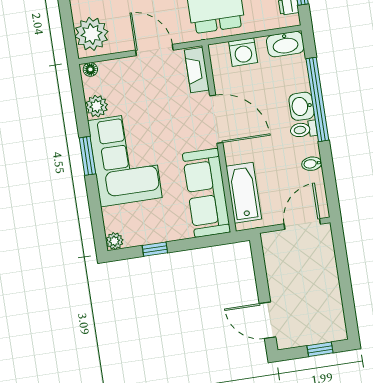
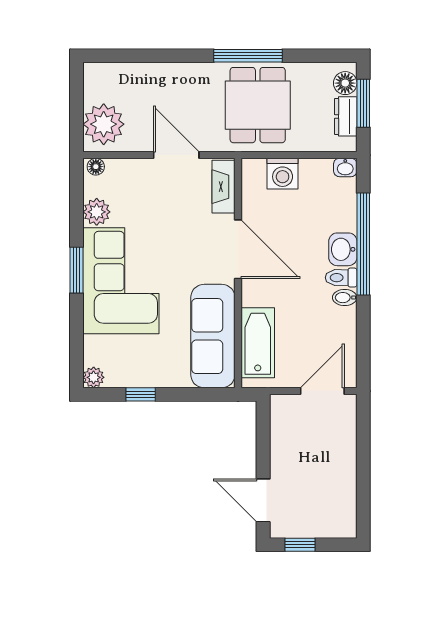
washbasin: (285, 44) -> (345, 167), width x0.52, depth x0.69
bidet: (312, 164) -> (345, 298), moved
window: (320, 349) -> (300, 545), moved

